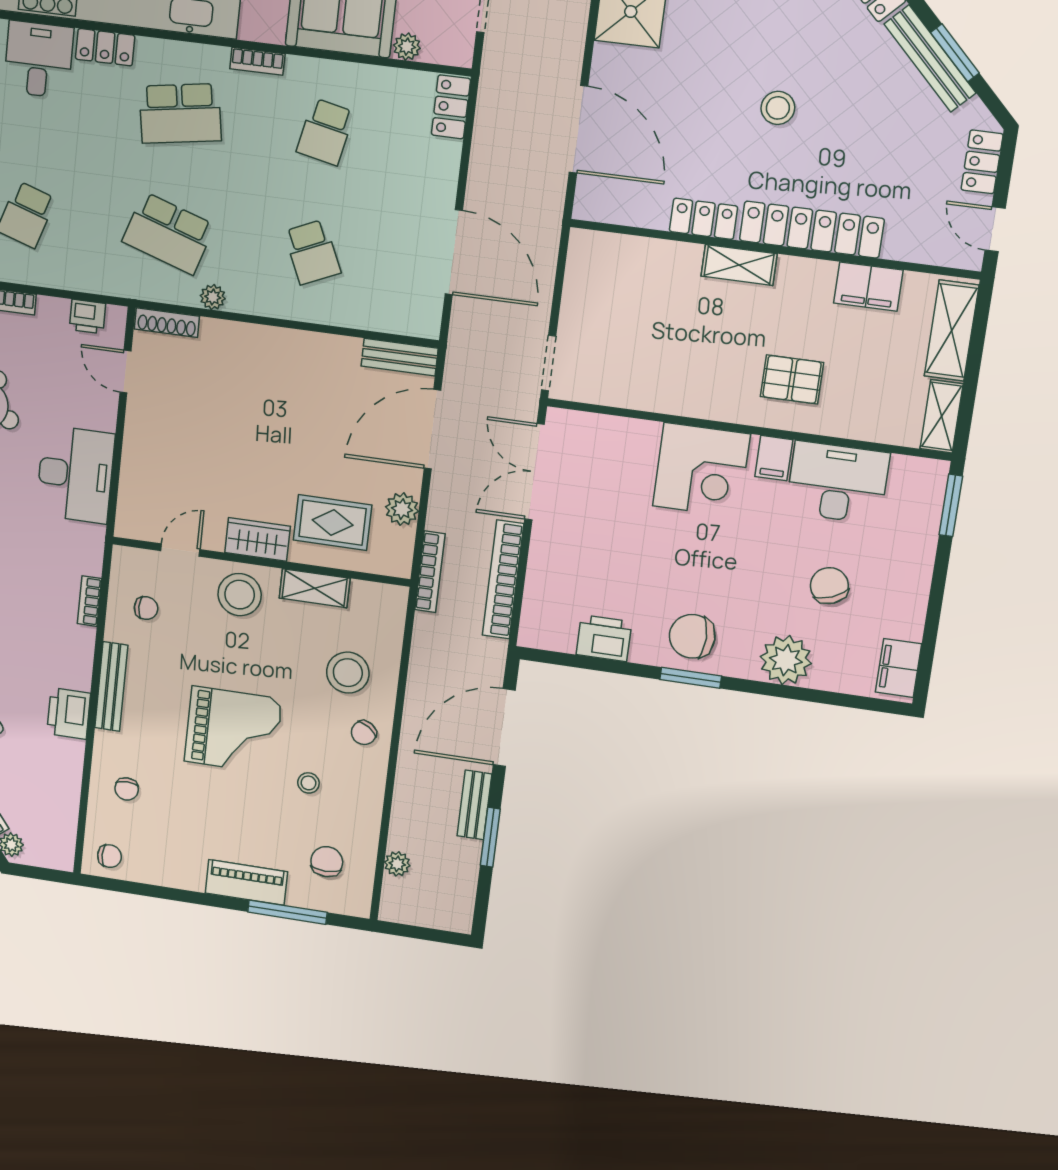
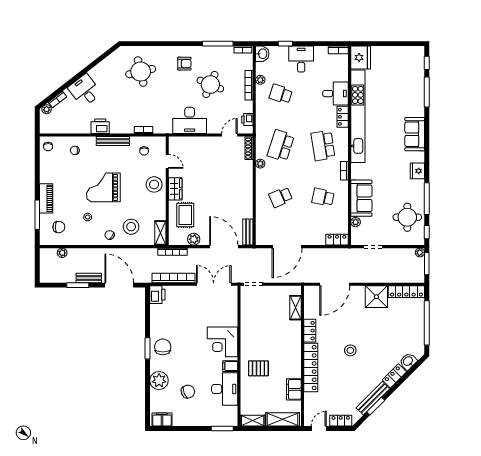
shelving: (739, 265) -> (295, 308), moved
pallet: (792, 380) -> (258, 368), turned 90
shelving: (315, 588) -> (160, 233), moved
printer: (604, 638) -> (157, 295), moved
grand piano: (233, 730) -> (103, 187), turned 90

